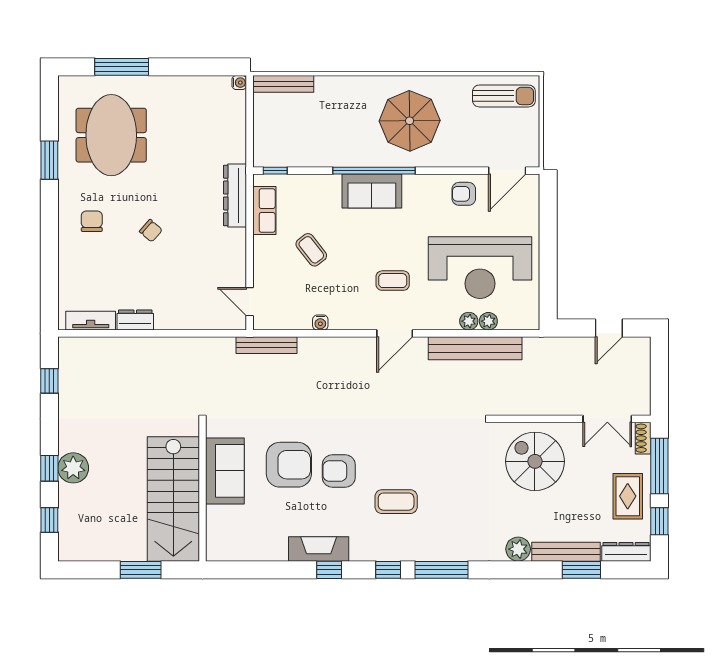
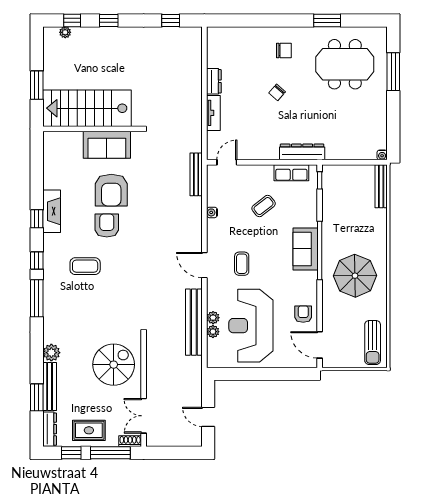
tv unit: (91, 321) -> (213, 113), moved
plant: (73, 468) -> (65, 32), moved, width x0.53, depth x0.53
coffee table: (396, 502) -> (85, 266), turned 90

